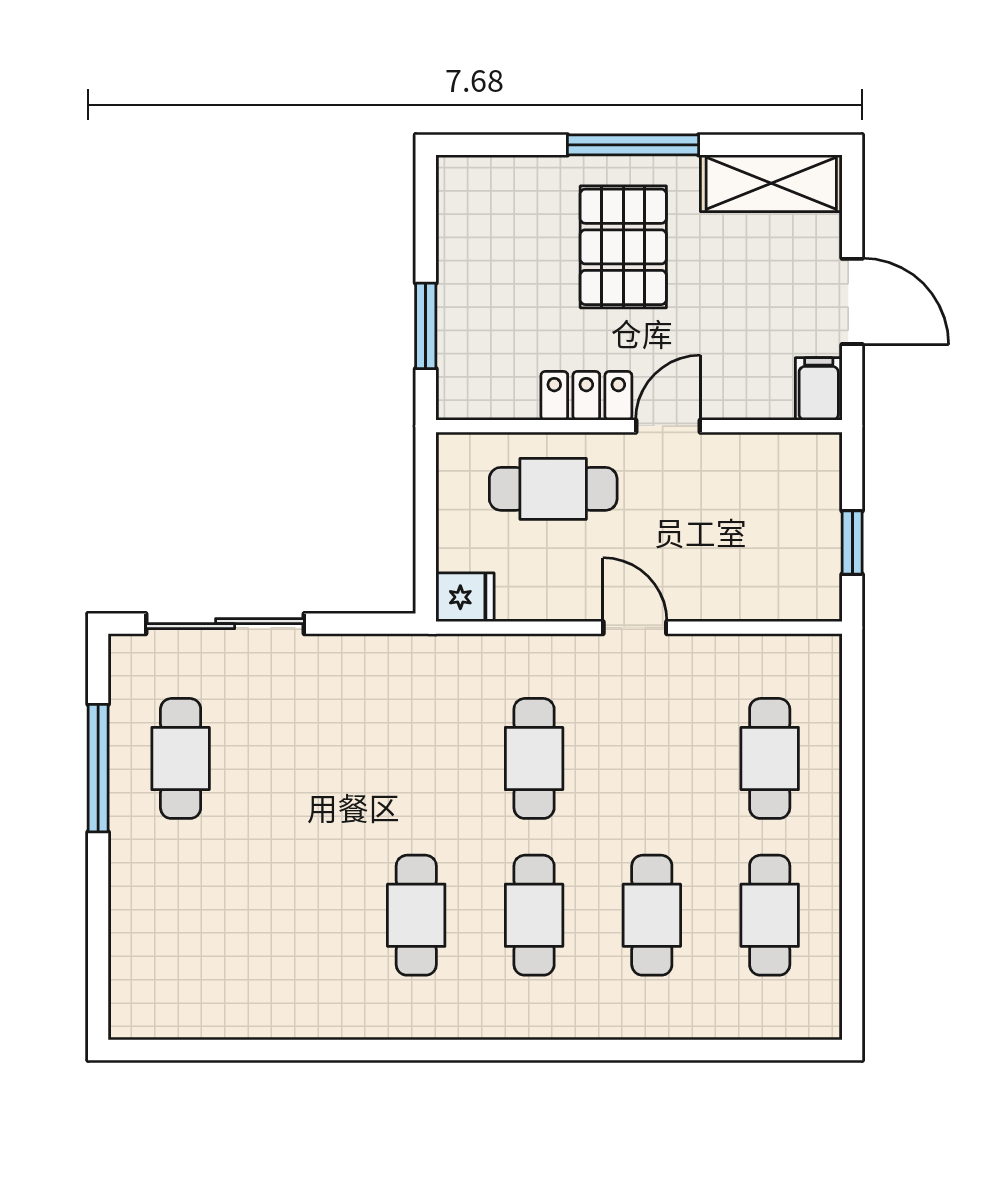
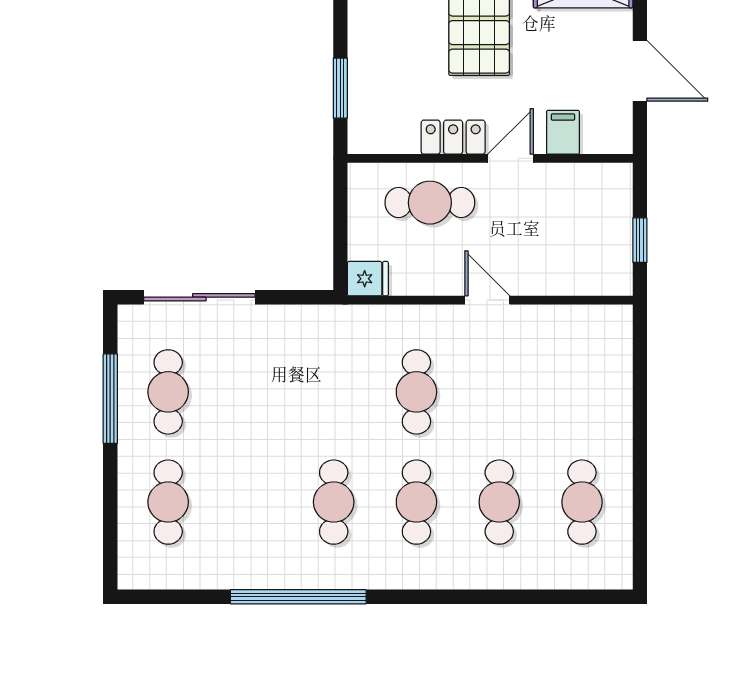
filing cabinet: (819, 389) -> (563, 132), moved
cafe table: (770, 758) -> (168, 502), moved
window: (366, 1050) -> (298, 597), added

